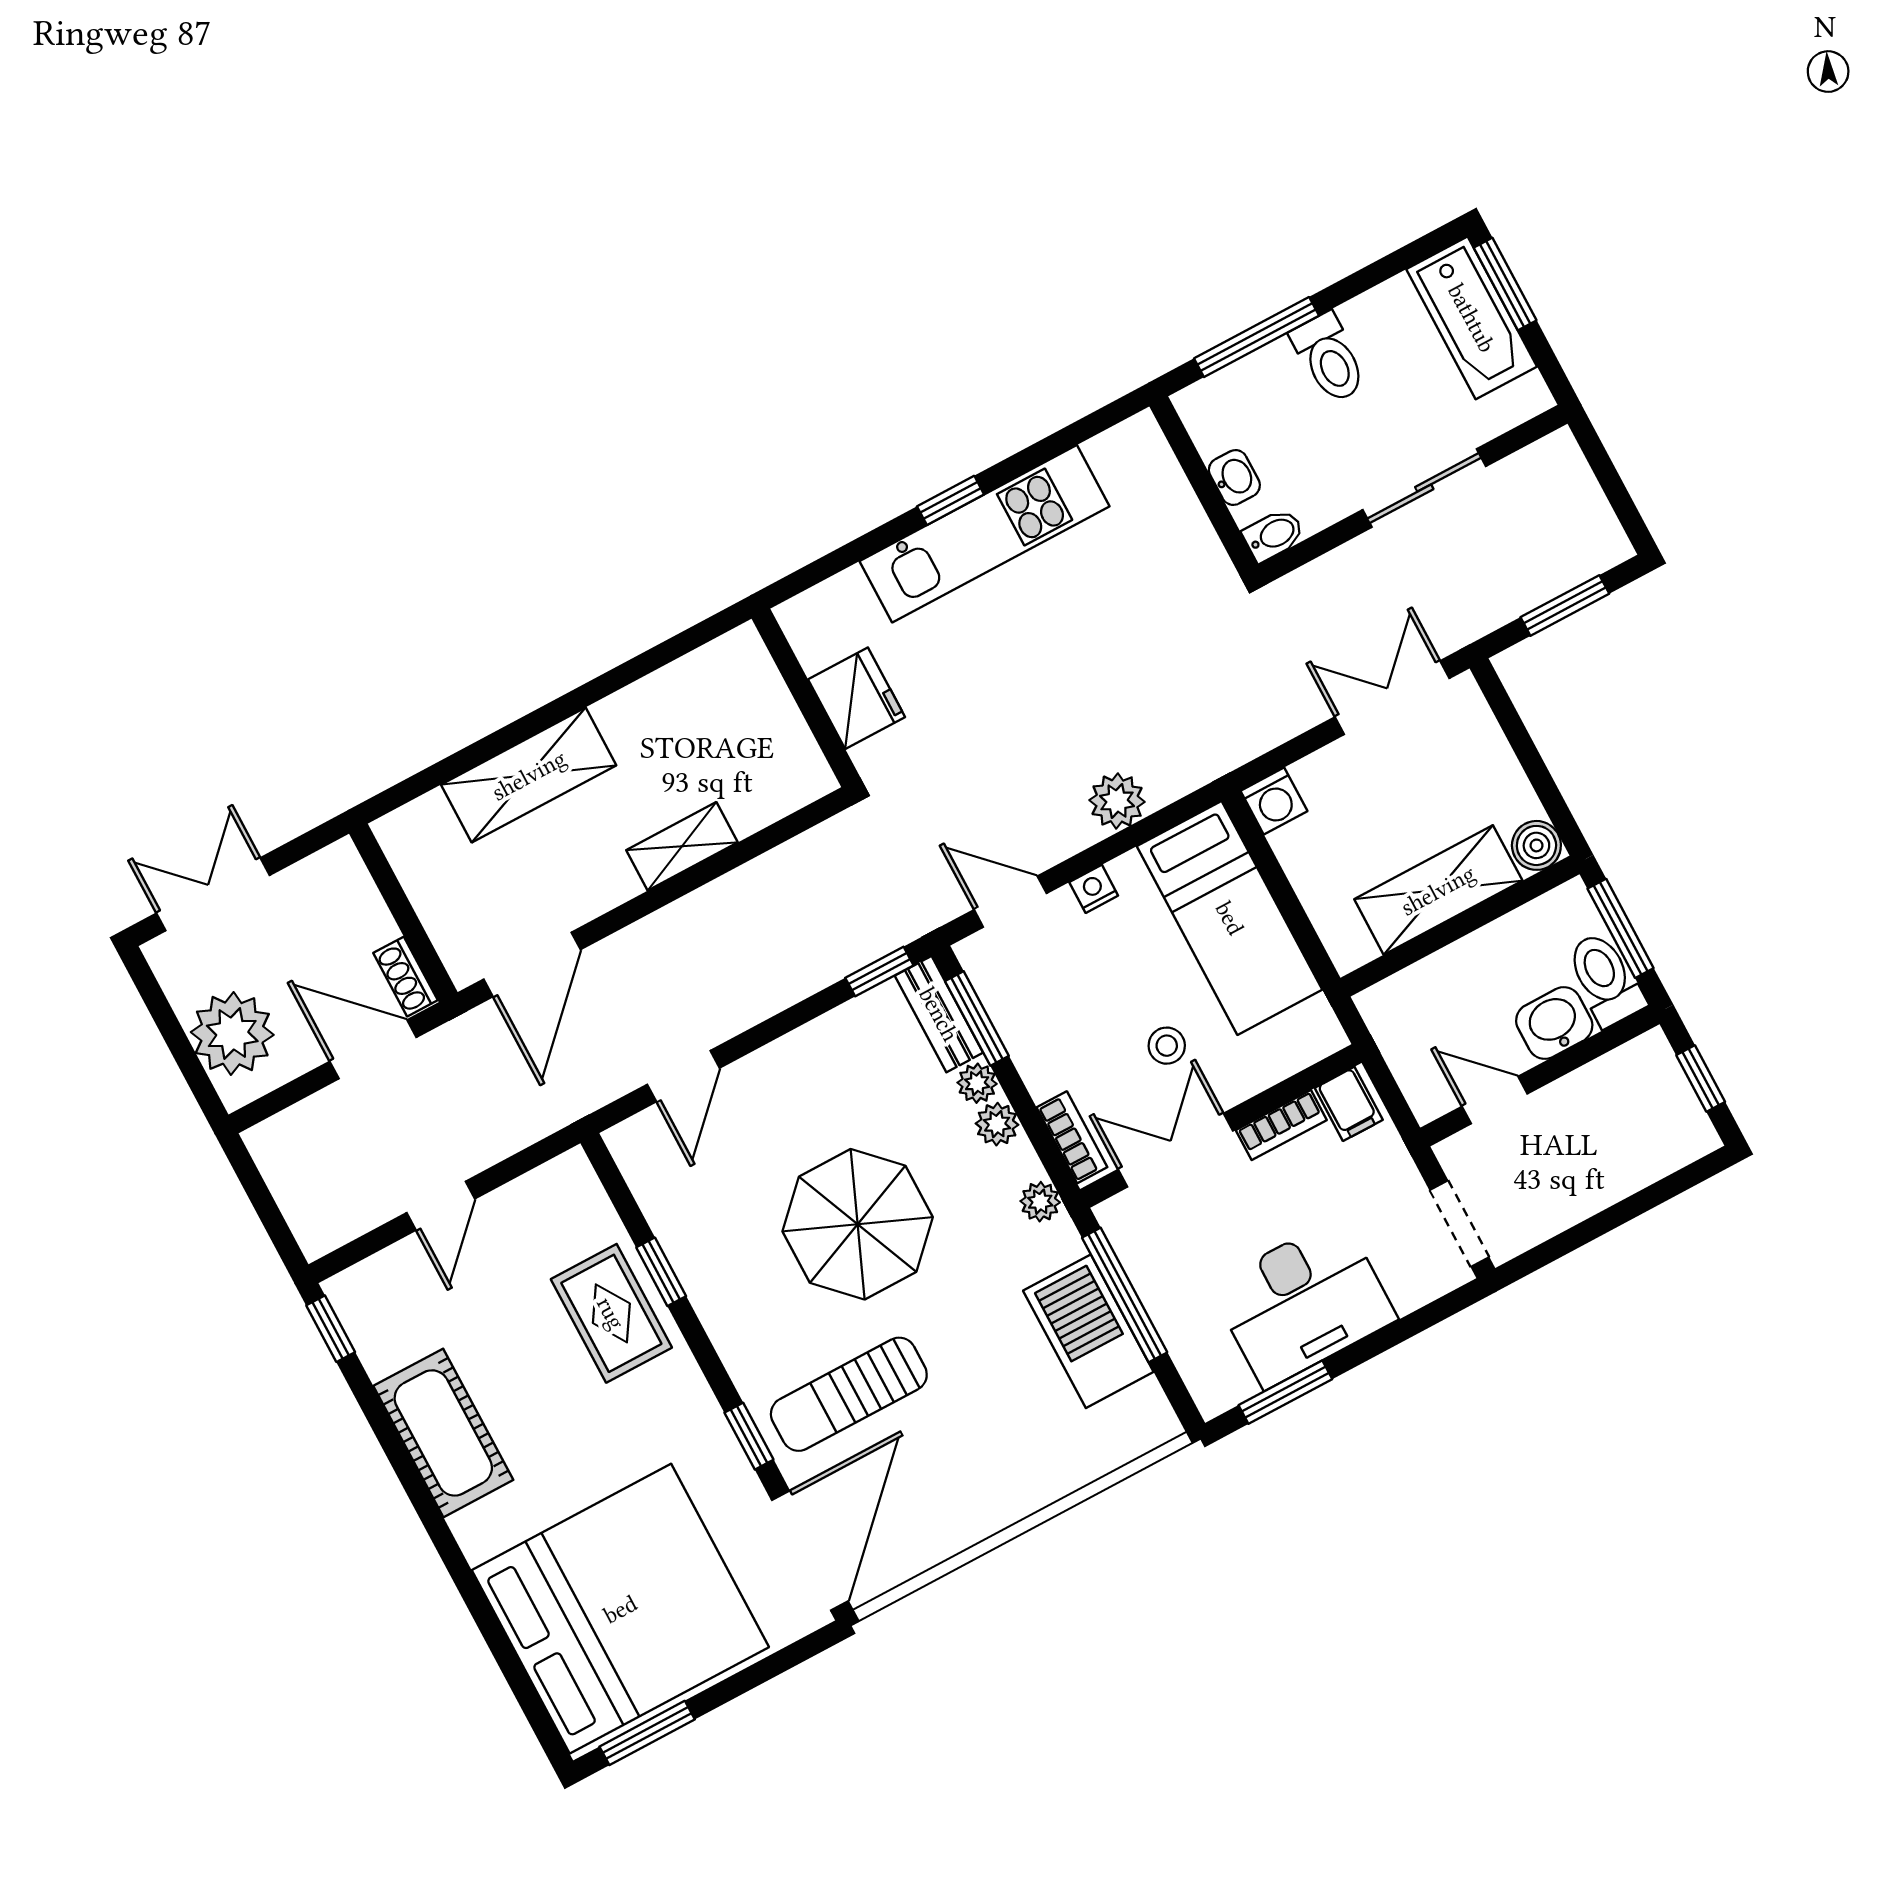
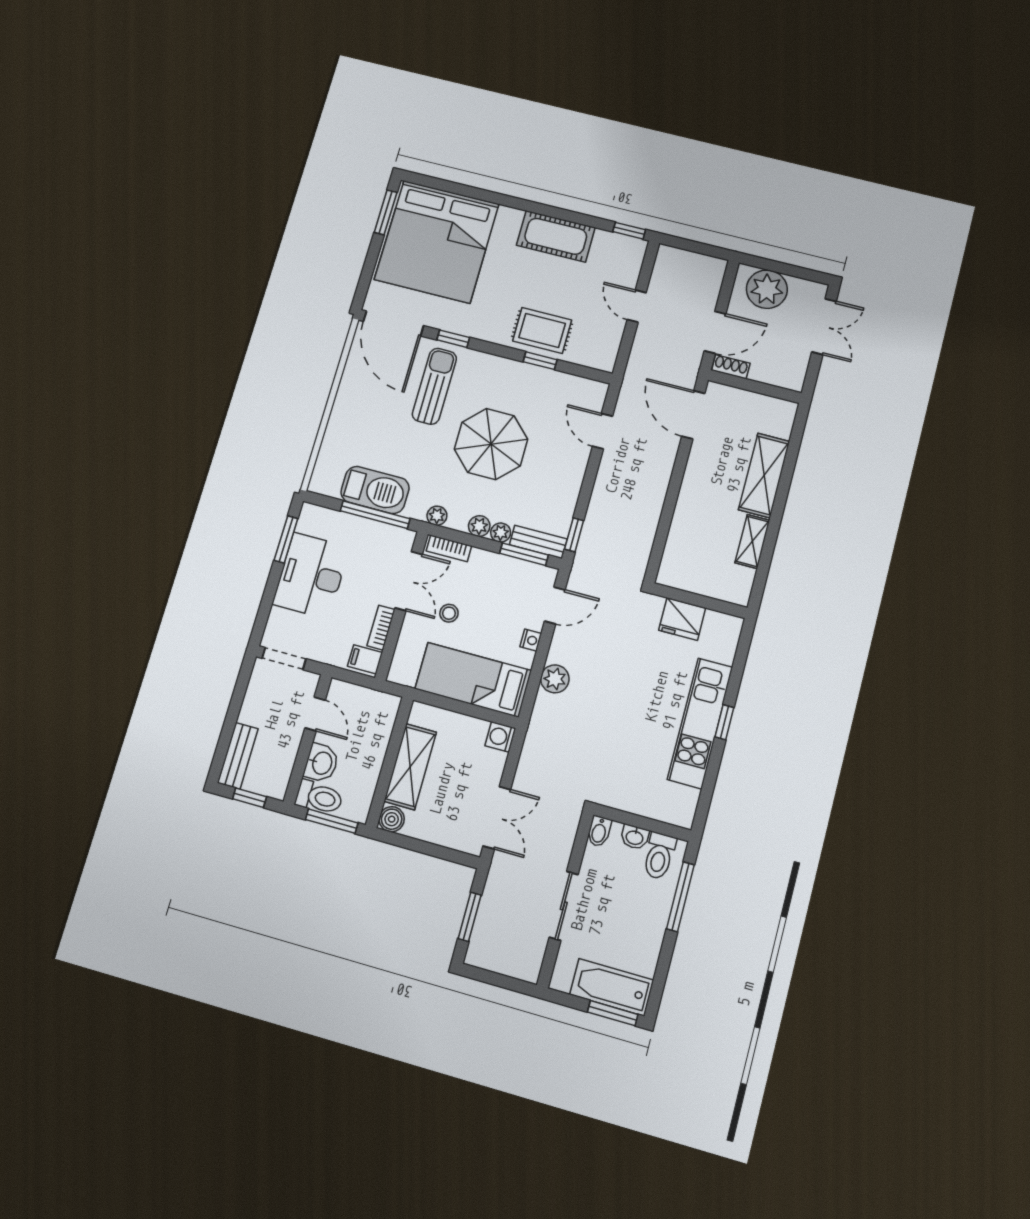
toilet: (1329, 358) -> (659, 856), moved, turned -90
shelving: (682, 846) -> (752, 541), moved
door: (1495, 1100) -> (315, 714), hinge flipped
bench: (1659, 1154) -> (238, 756), added

